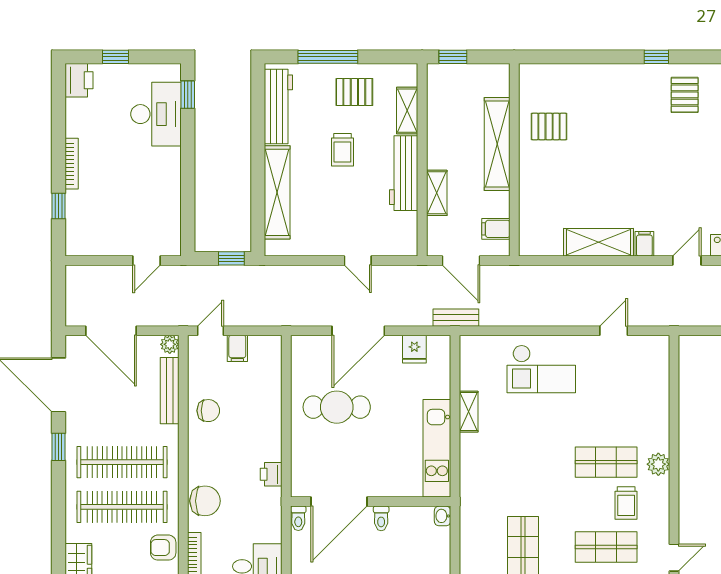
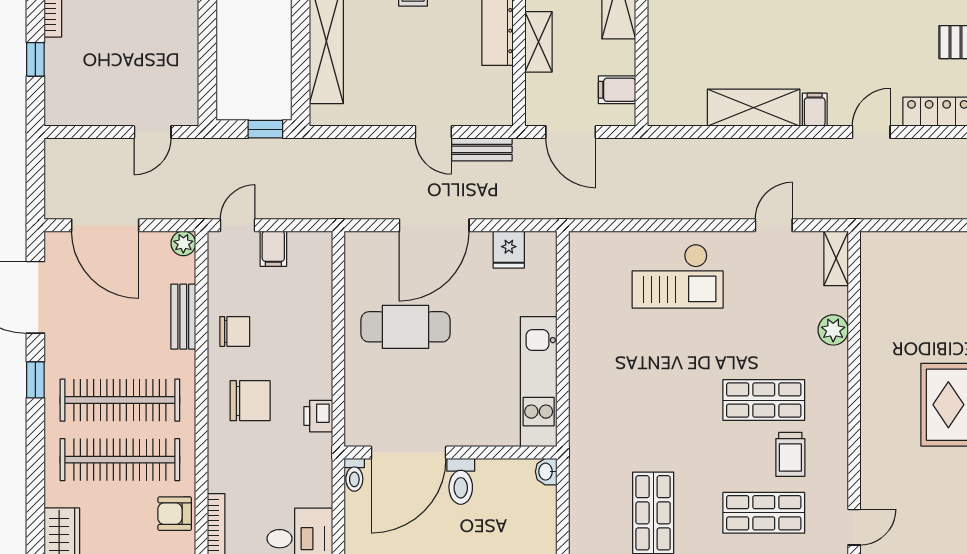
bench: (456, 318) -> (482, 149), moved
bench: (170, 391) -> (183, 317), width x0.73
shelving: (469, 412) -> (836, 258), moved
plant: (658, 464) -> (833, 330), moved
chair: (205, 501) -> (250, 401), moved
toilet: (381, 518) -> (461, 481), width x1.37, depth x1.39

